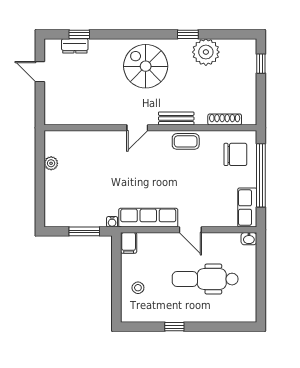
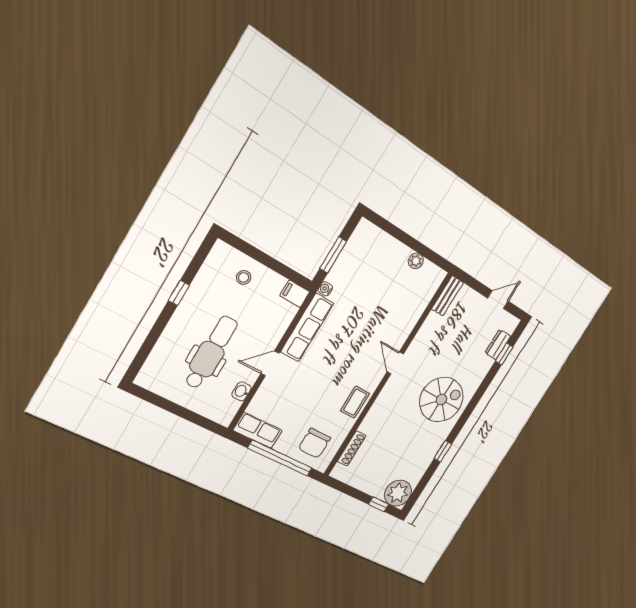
plant: (206, 52) -> (398, 493), moved
bench: (176, 118) -> (447, 296), moved
washbasin: (249, 239) -> (242, 391), moved

